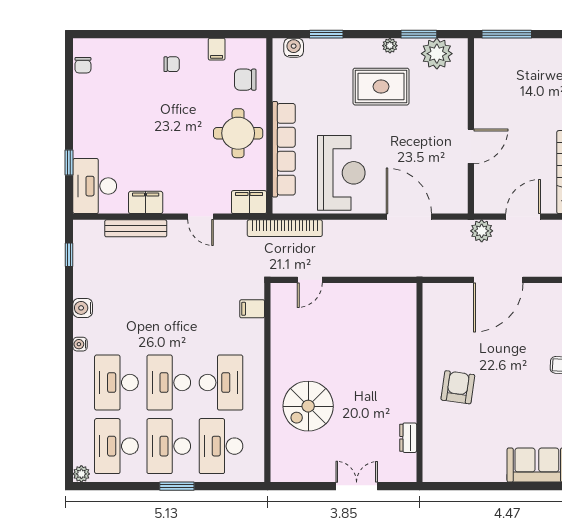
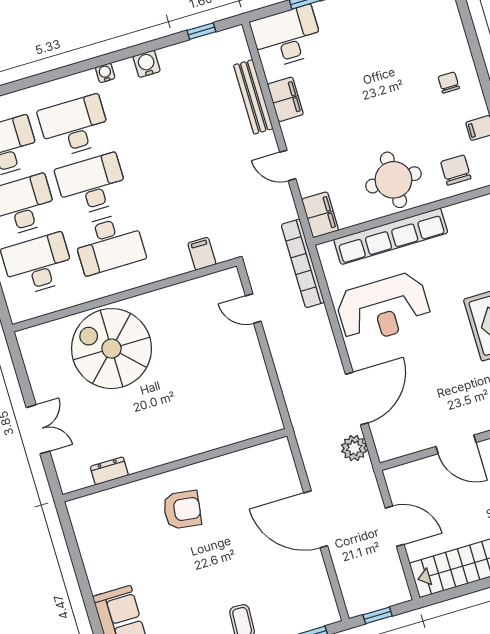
chair: (172, 64) -> (449, 83), turned 180
door: (201, 217) -> (288, 165), hinge flipped
plant: (482, 231) -> (354, 448), moved
spiral stairs: (308, 406) -> (112, 349), width x1.37, depth x1.37

